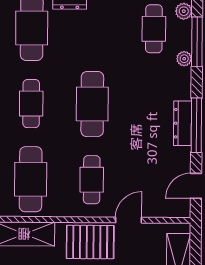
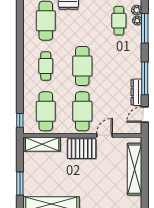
plant: (184, 59) -> (137, 21), moved
dresser: (183, 123) -> (136, 92), moved
cafe table: (92, 180) -> (82, 111), width x1.37, depth x1.35

